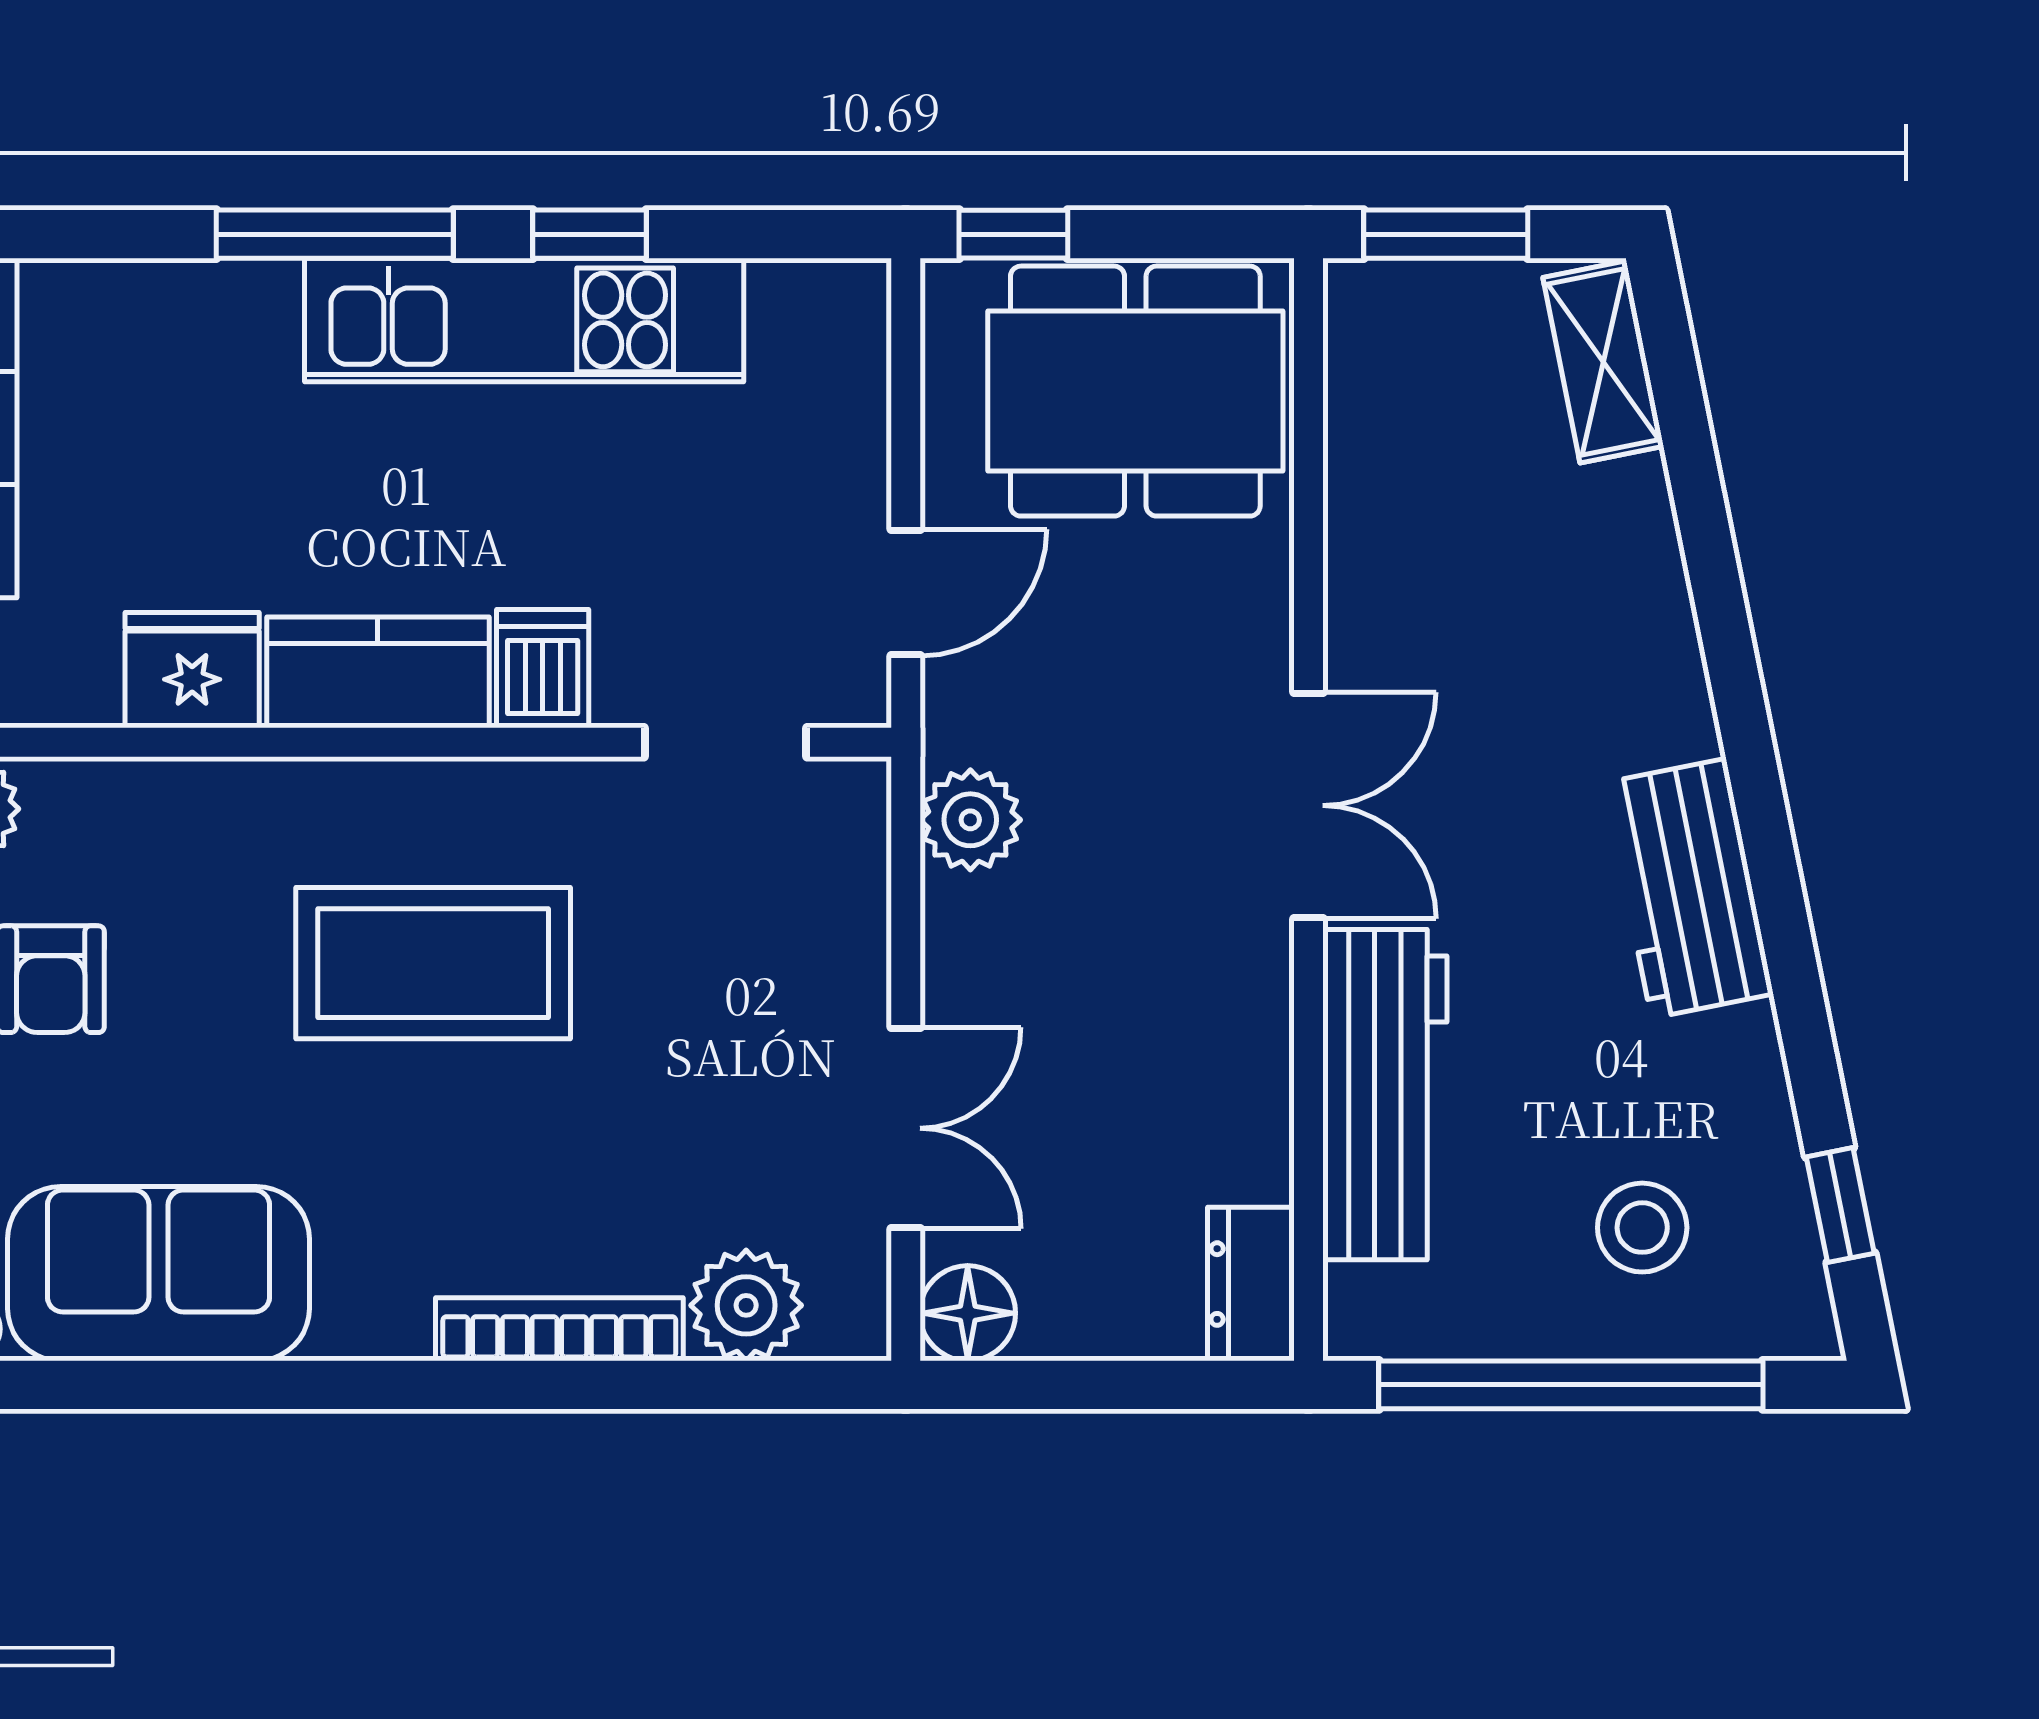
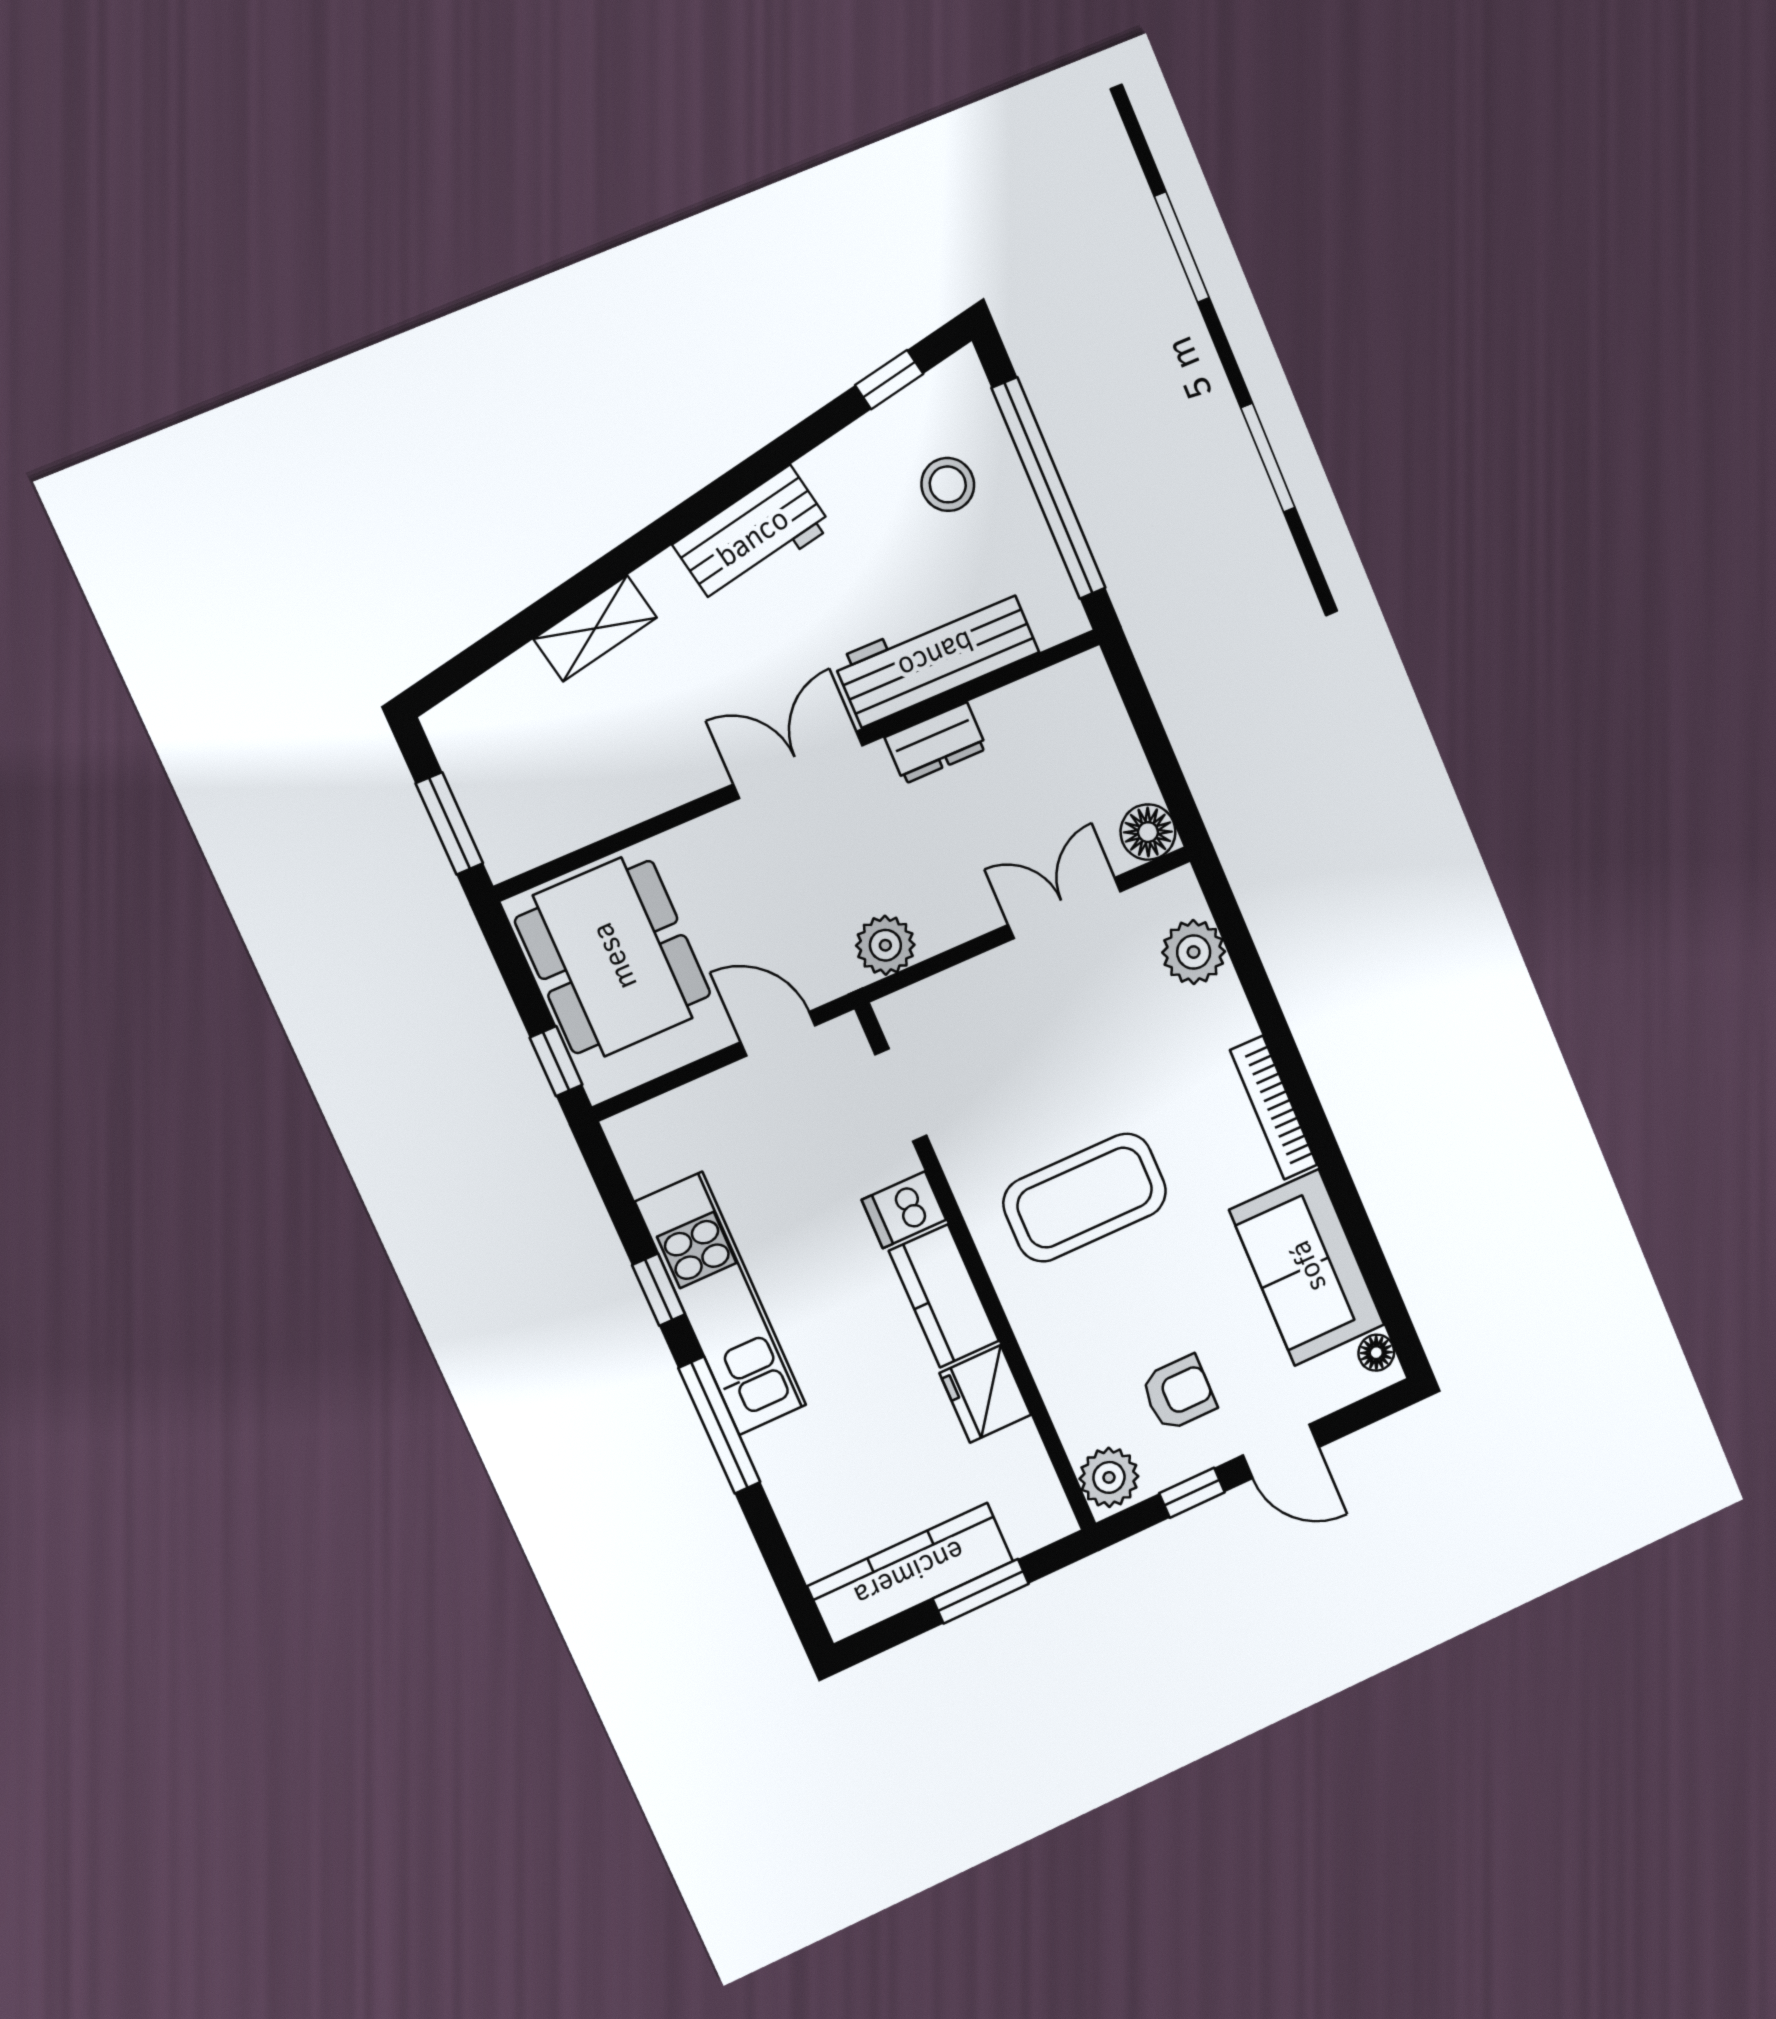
shelving: (1603, 362) -> (595, 628), moved
coffee table: (433, 963) -> (1085, 1197), turned 90
dresser: (1251, 1284) -> (936, 743), moved
bookcase: (559, 1329) -> (1274, 1108), moved

